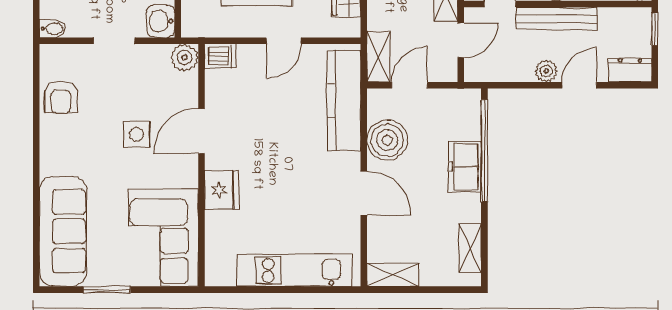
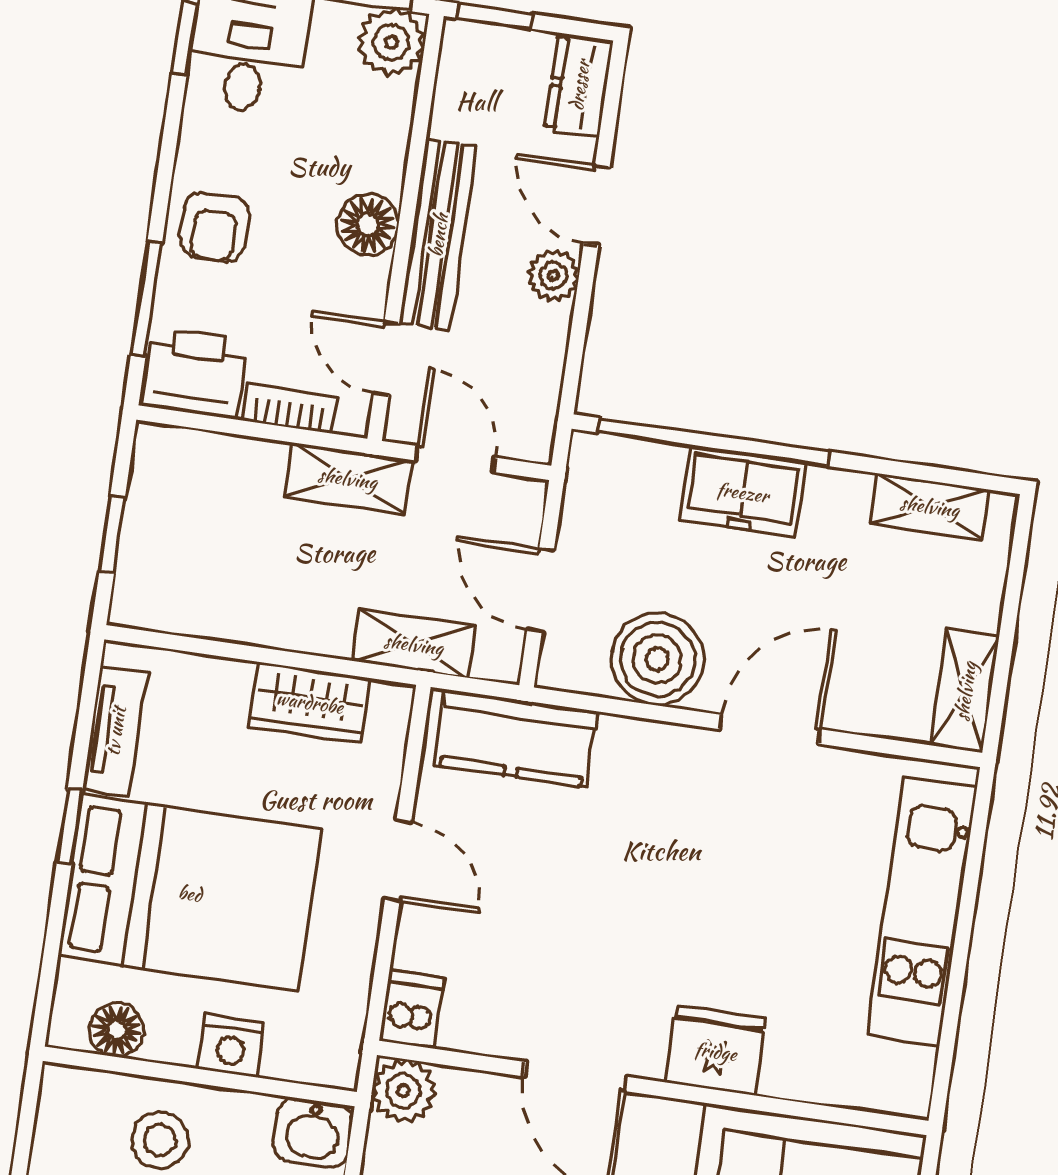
shelving: (378, 57) -> (414, 644), moved
kitchen counter: (344, 101) -> (516, 738), width x0.67

